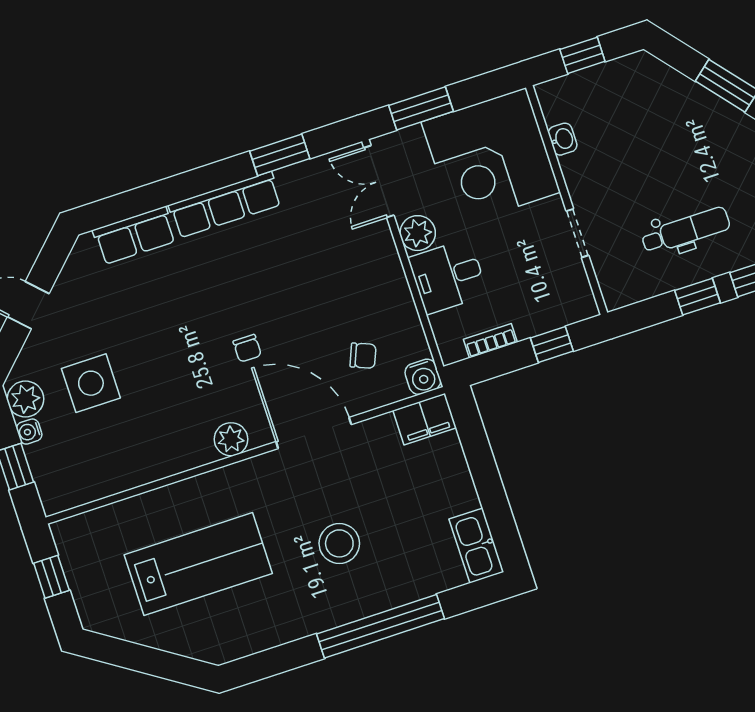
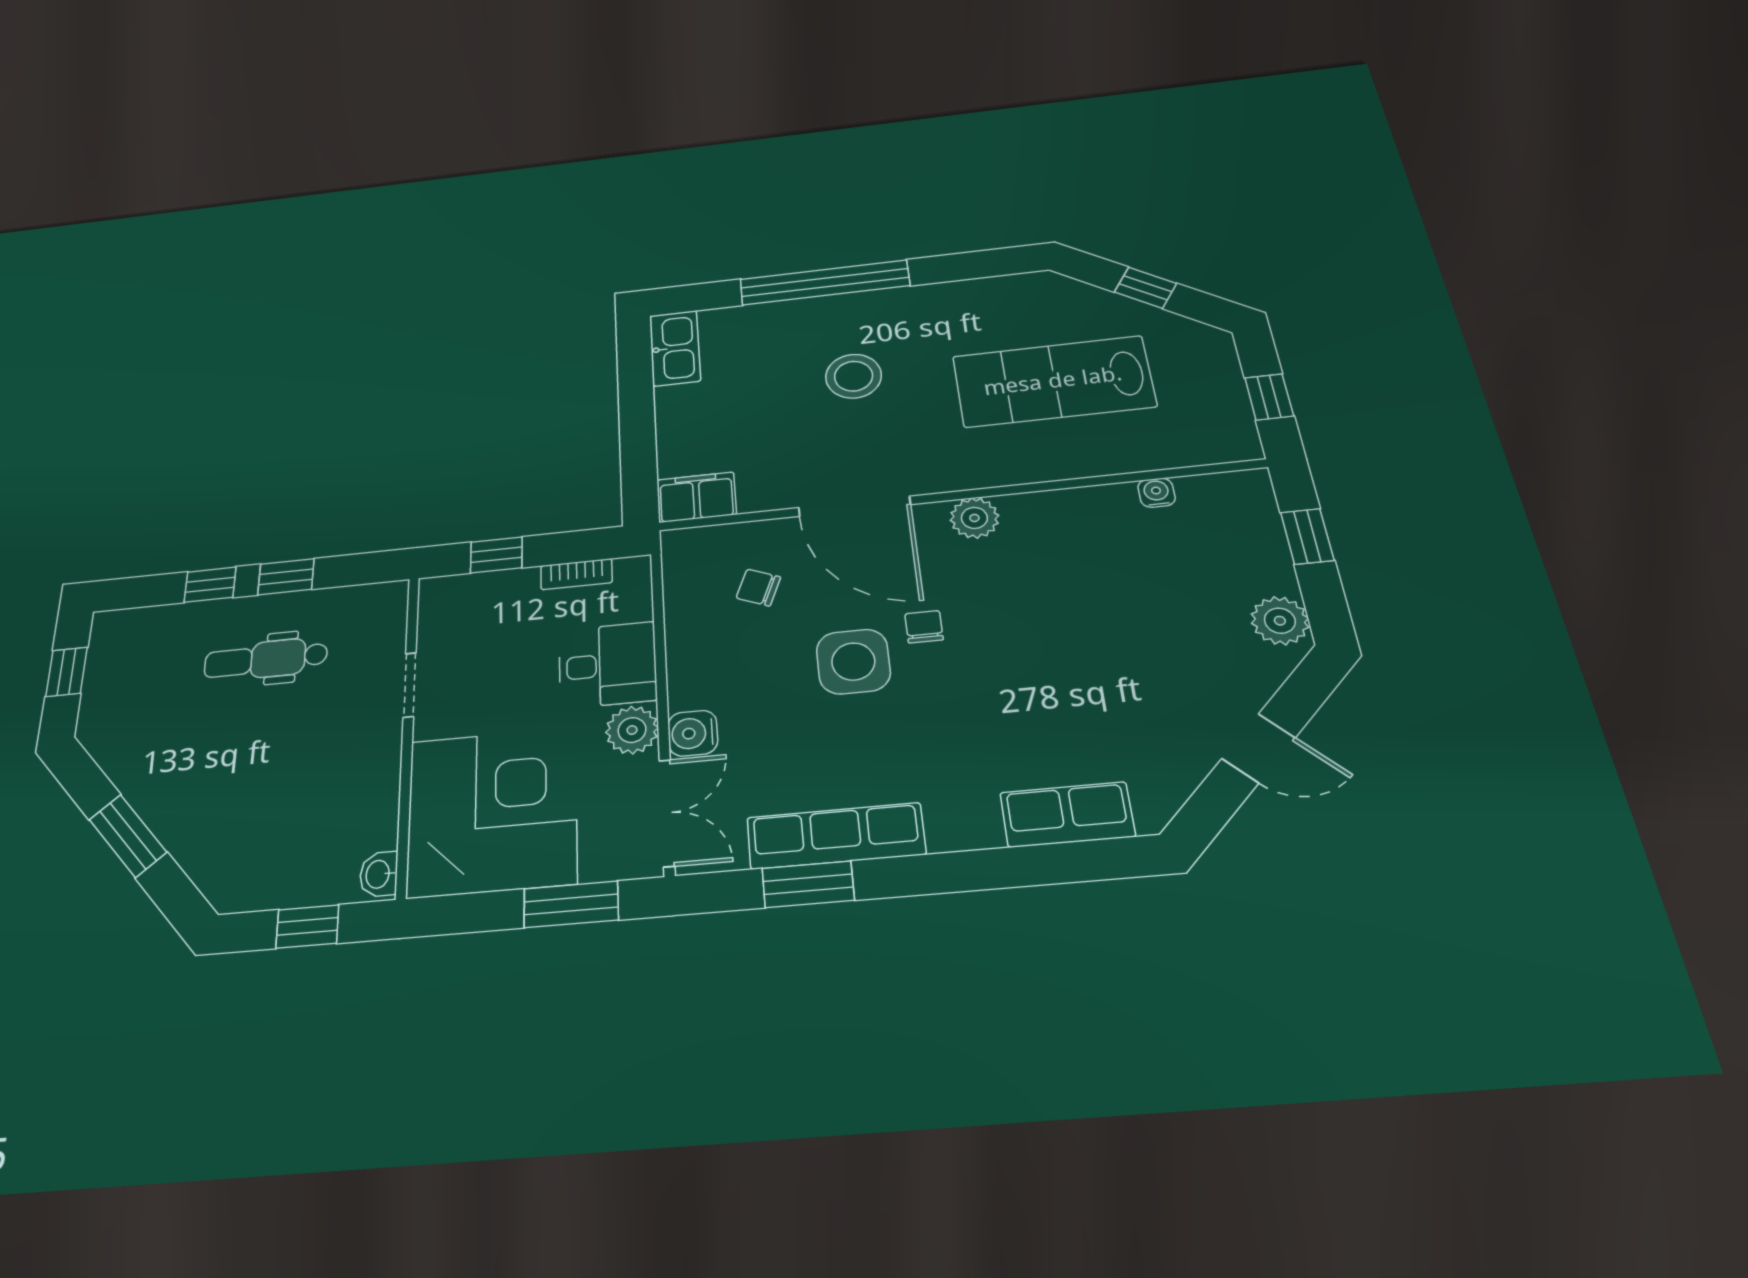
washbasin: (563, 139) -> (379, 874), moved
row of seats: (225, 205) -> (836, 836), moved
water cooler: (423, 377) -> (693, 733), moved, turned -90
side table: (91, 383) -> (853, 662), moved
water cooler: (29, 432) -> (1157, 493), moved, turned -90
window: (148, 660) -> (1145, 288), added

